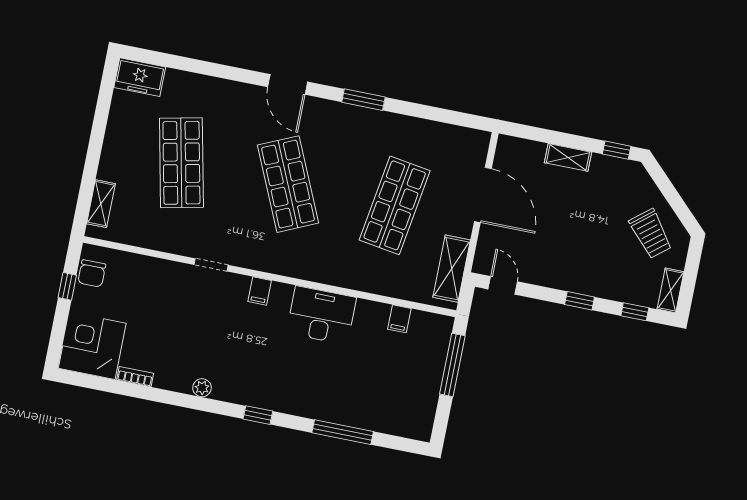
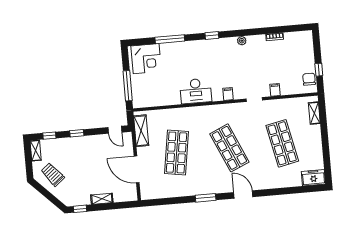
filing cabinet: (399, 319) -> (275, 90), moved
corner desk: (92, 346) -> (146, 59), moved

